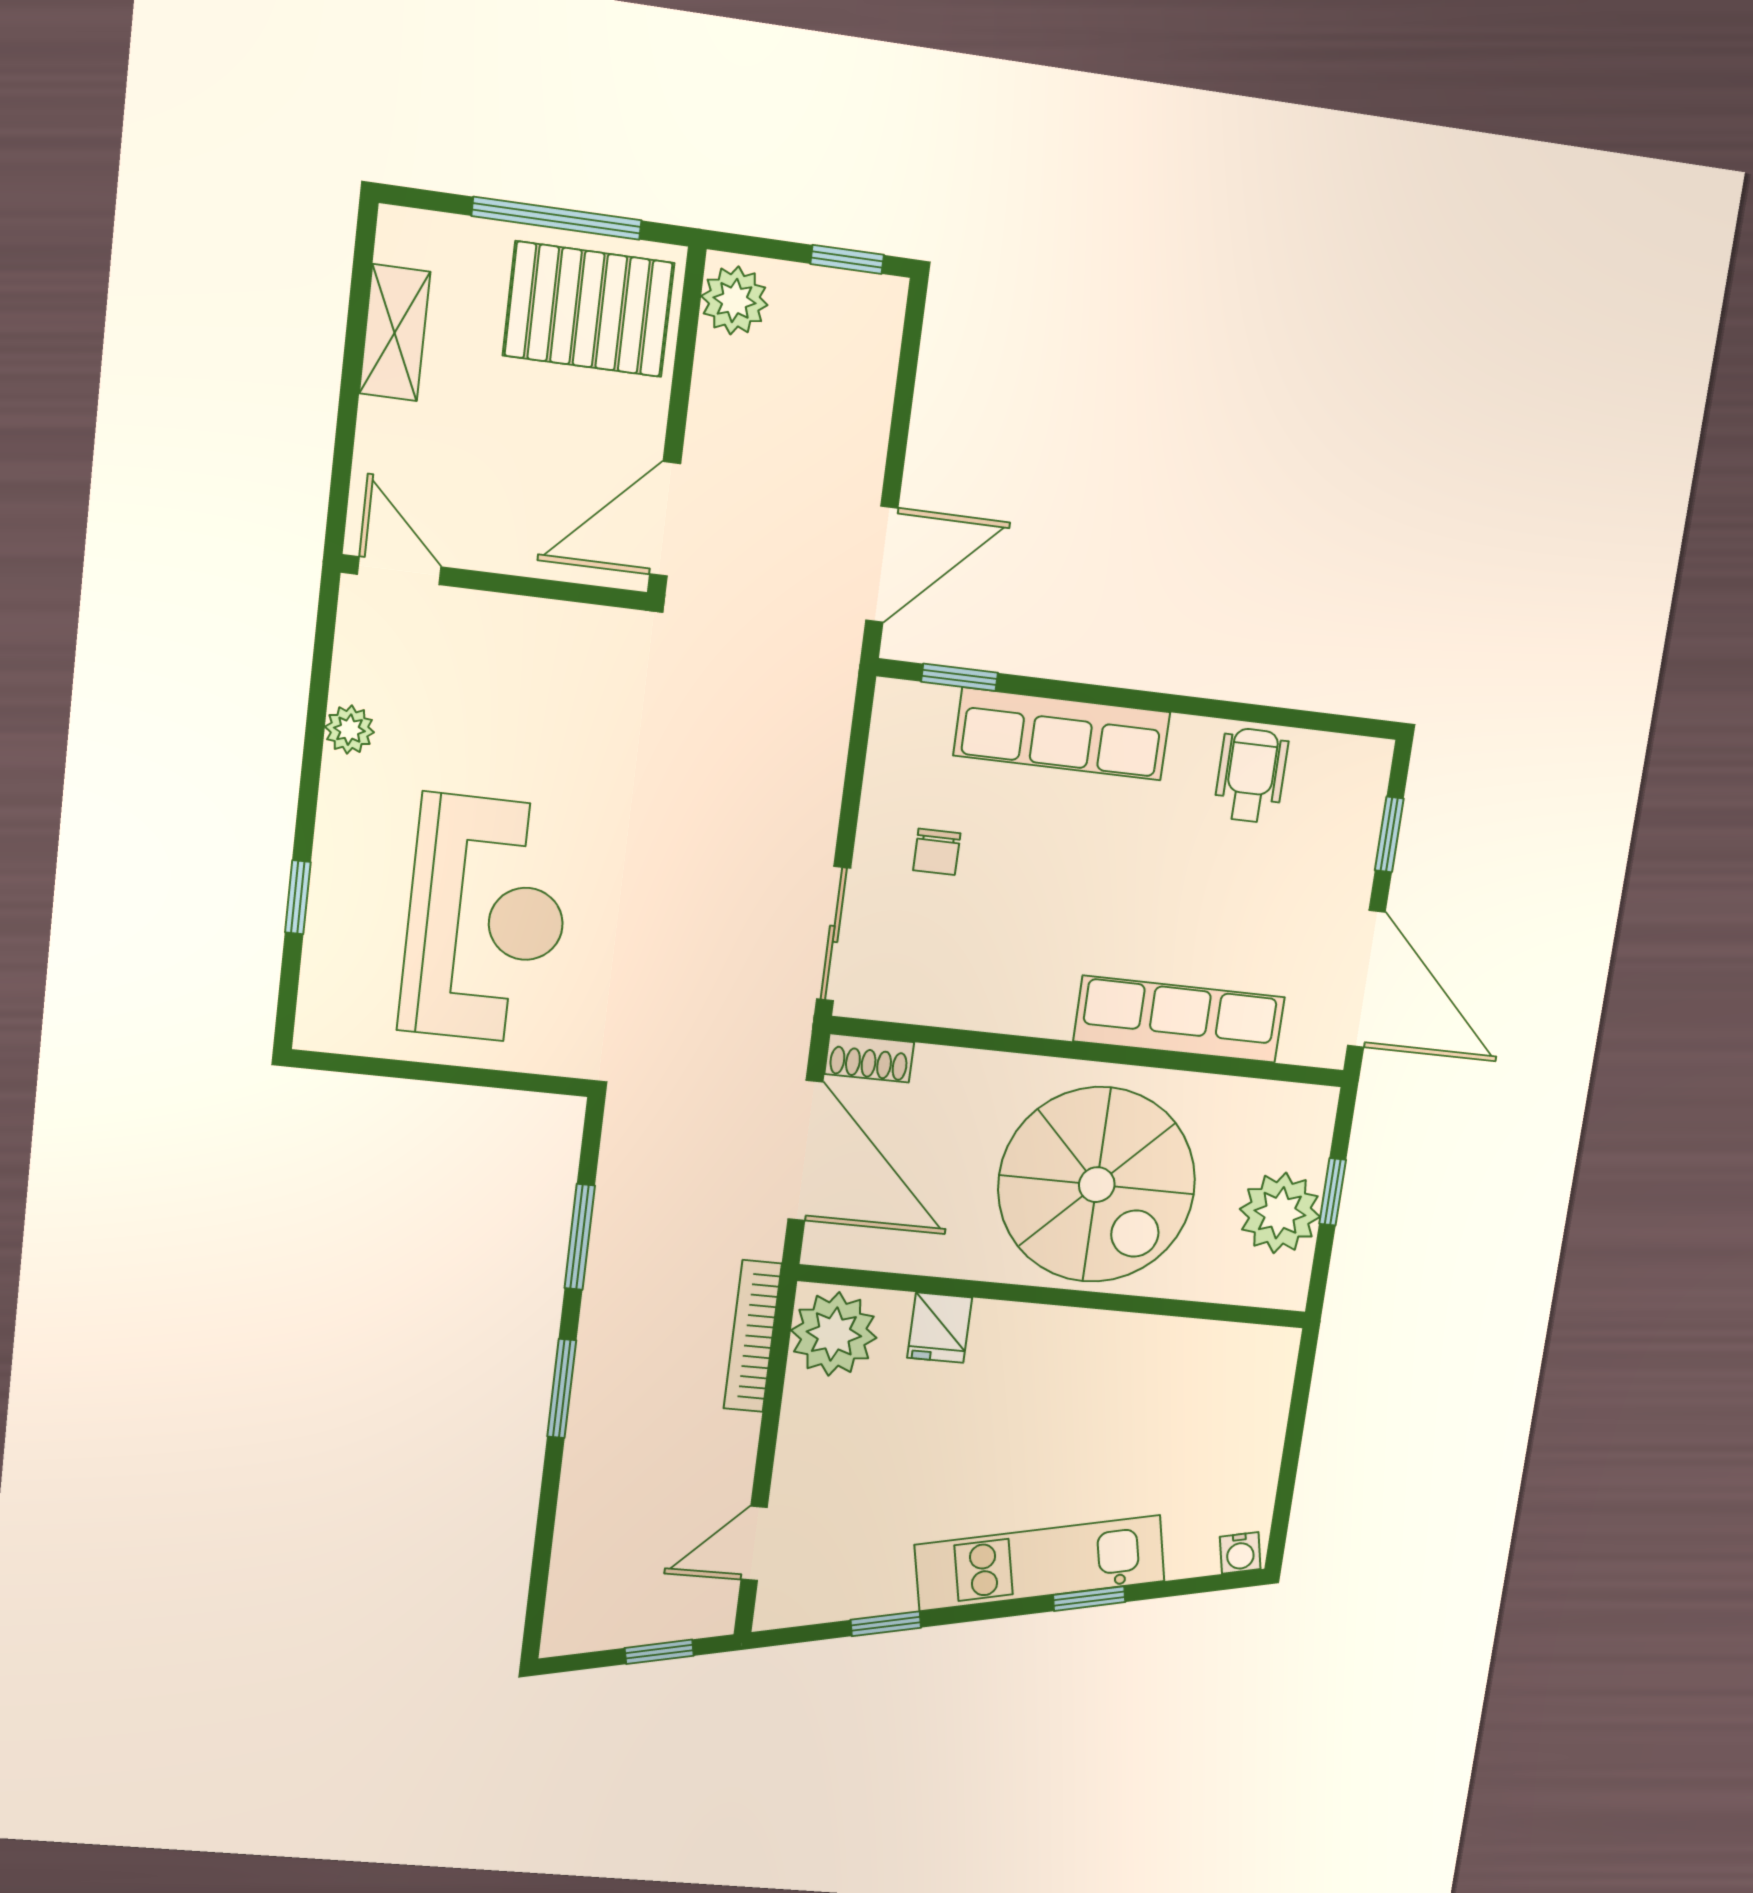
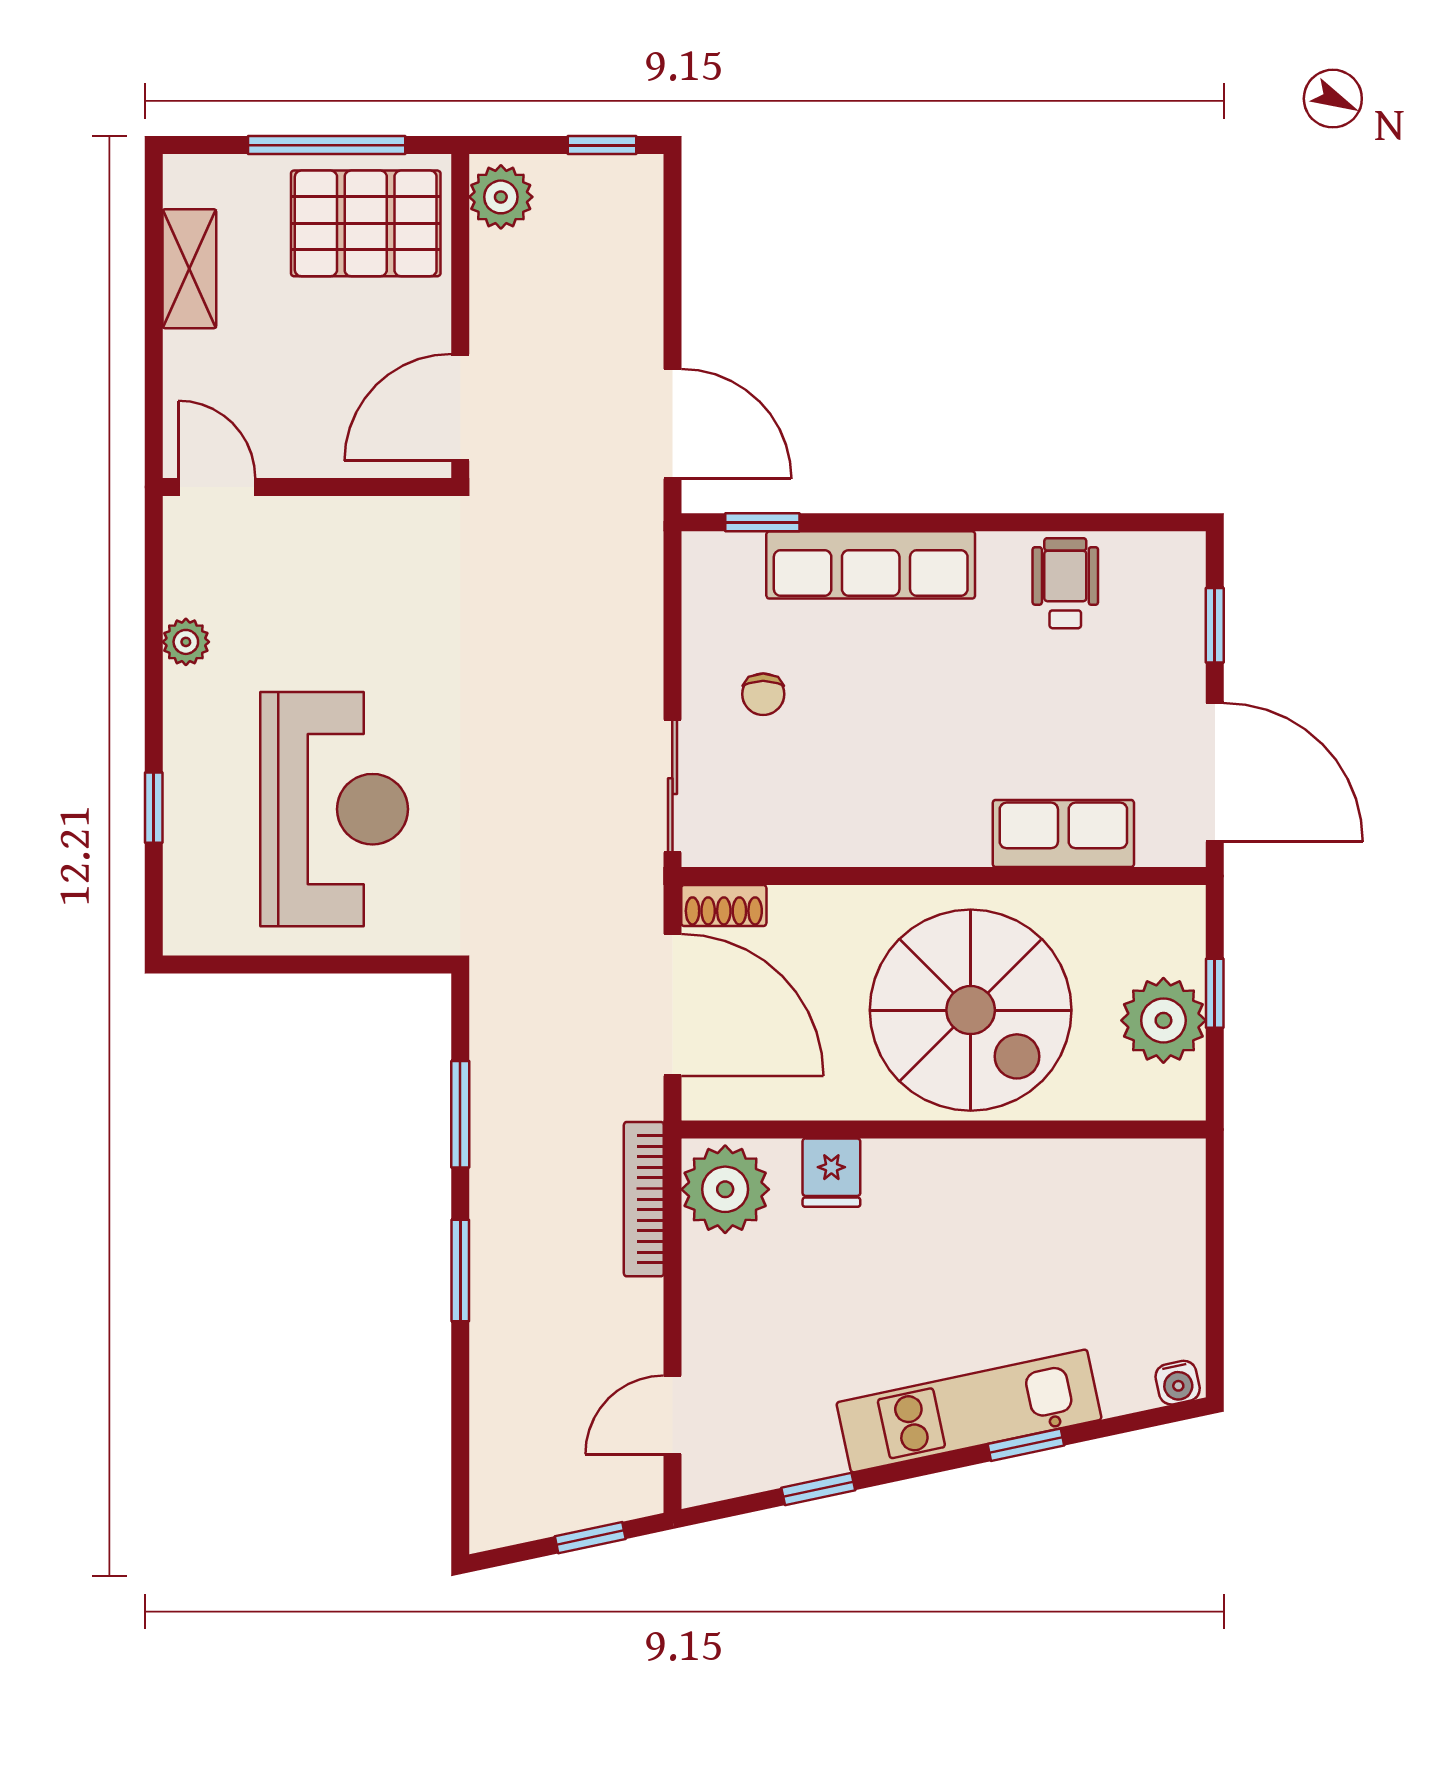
door: (882, 564) -> (672, 424), hinge flipped
row of seats: (1179, 1019) -> (1063, 833), width x0.68

